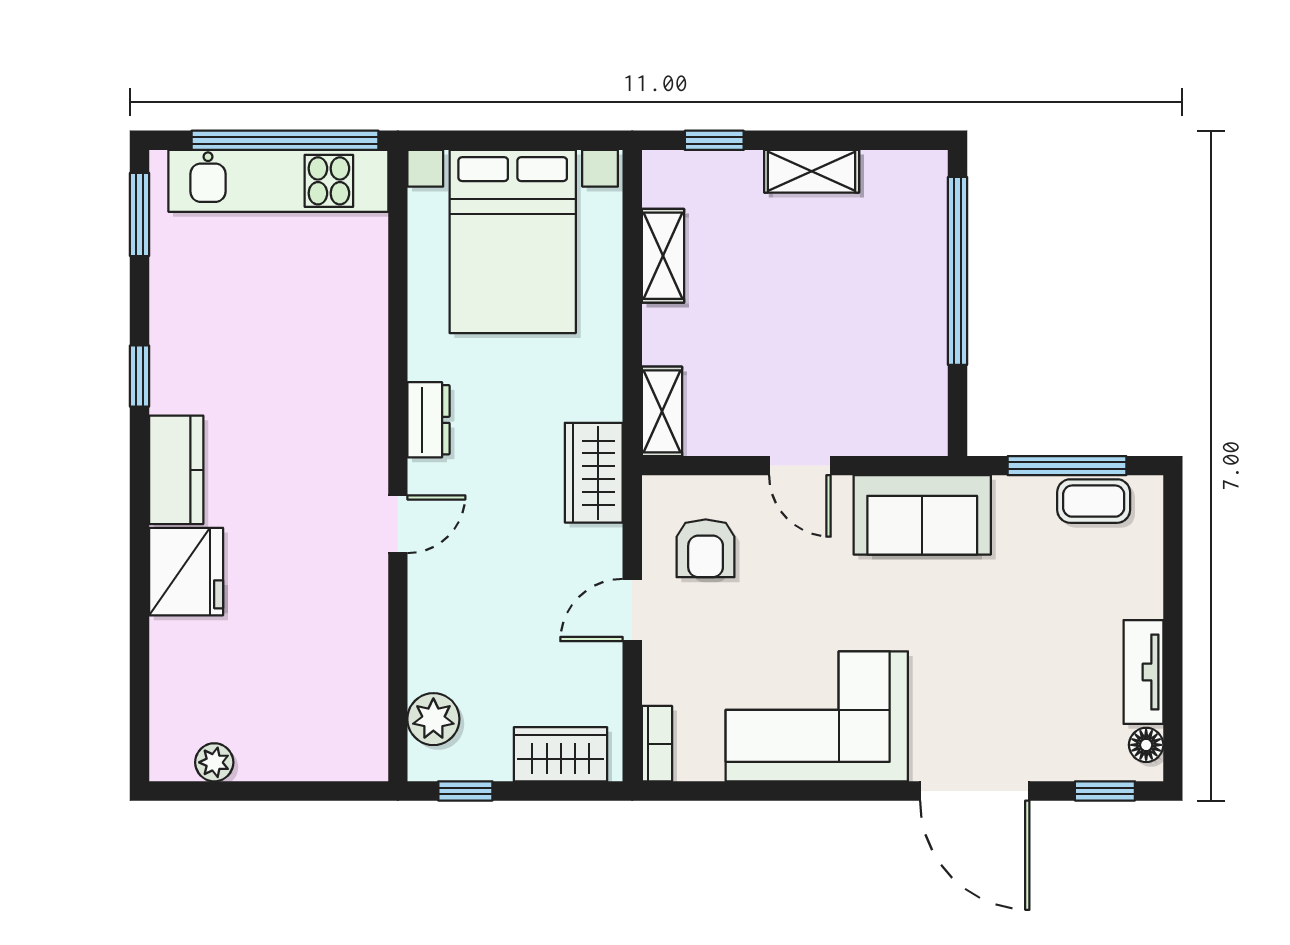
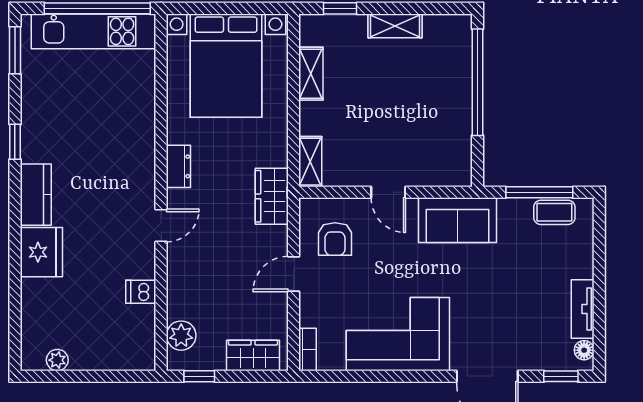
dishwasher: (362, 642) -> (141, 292), added

